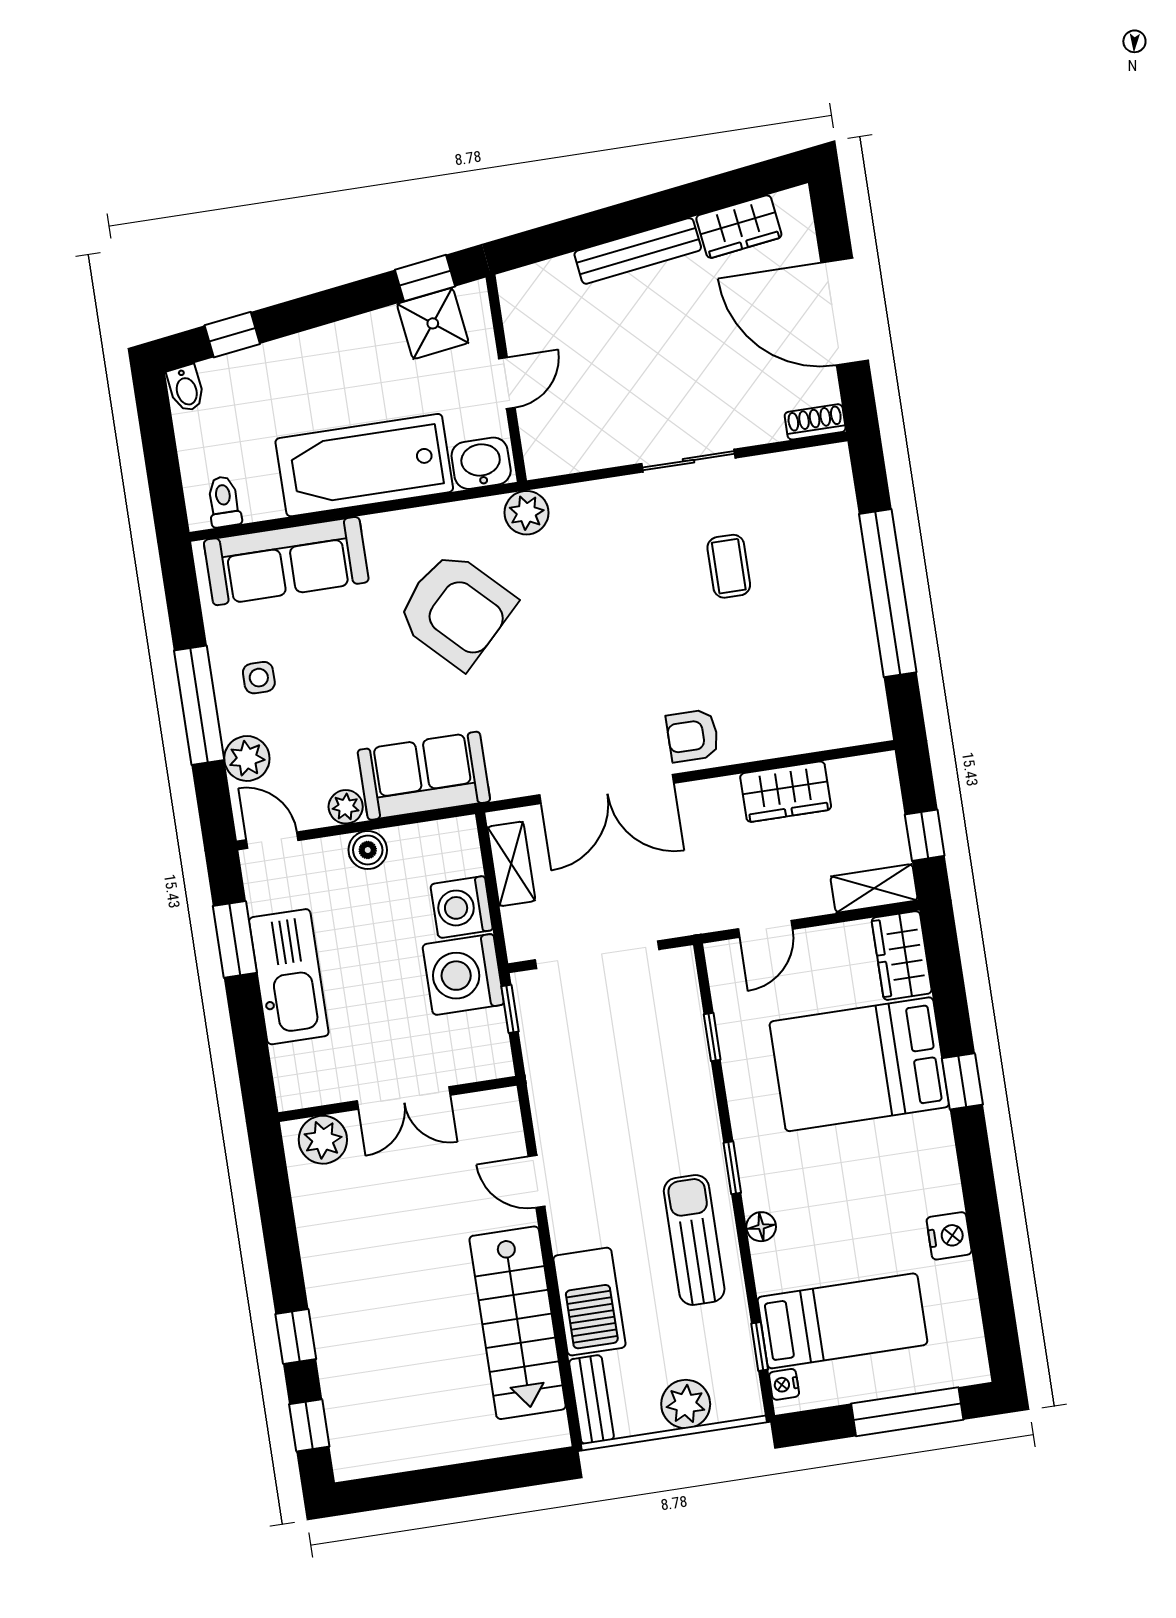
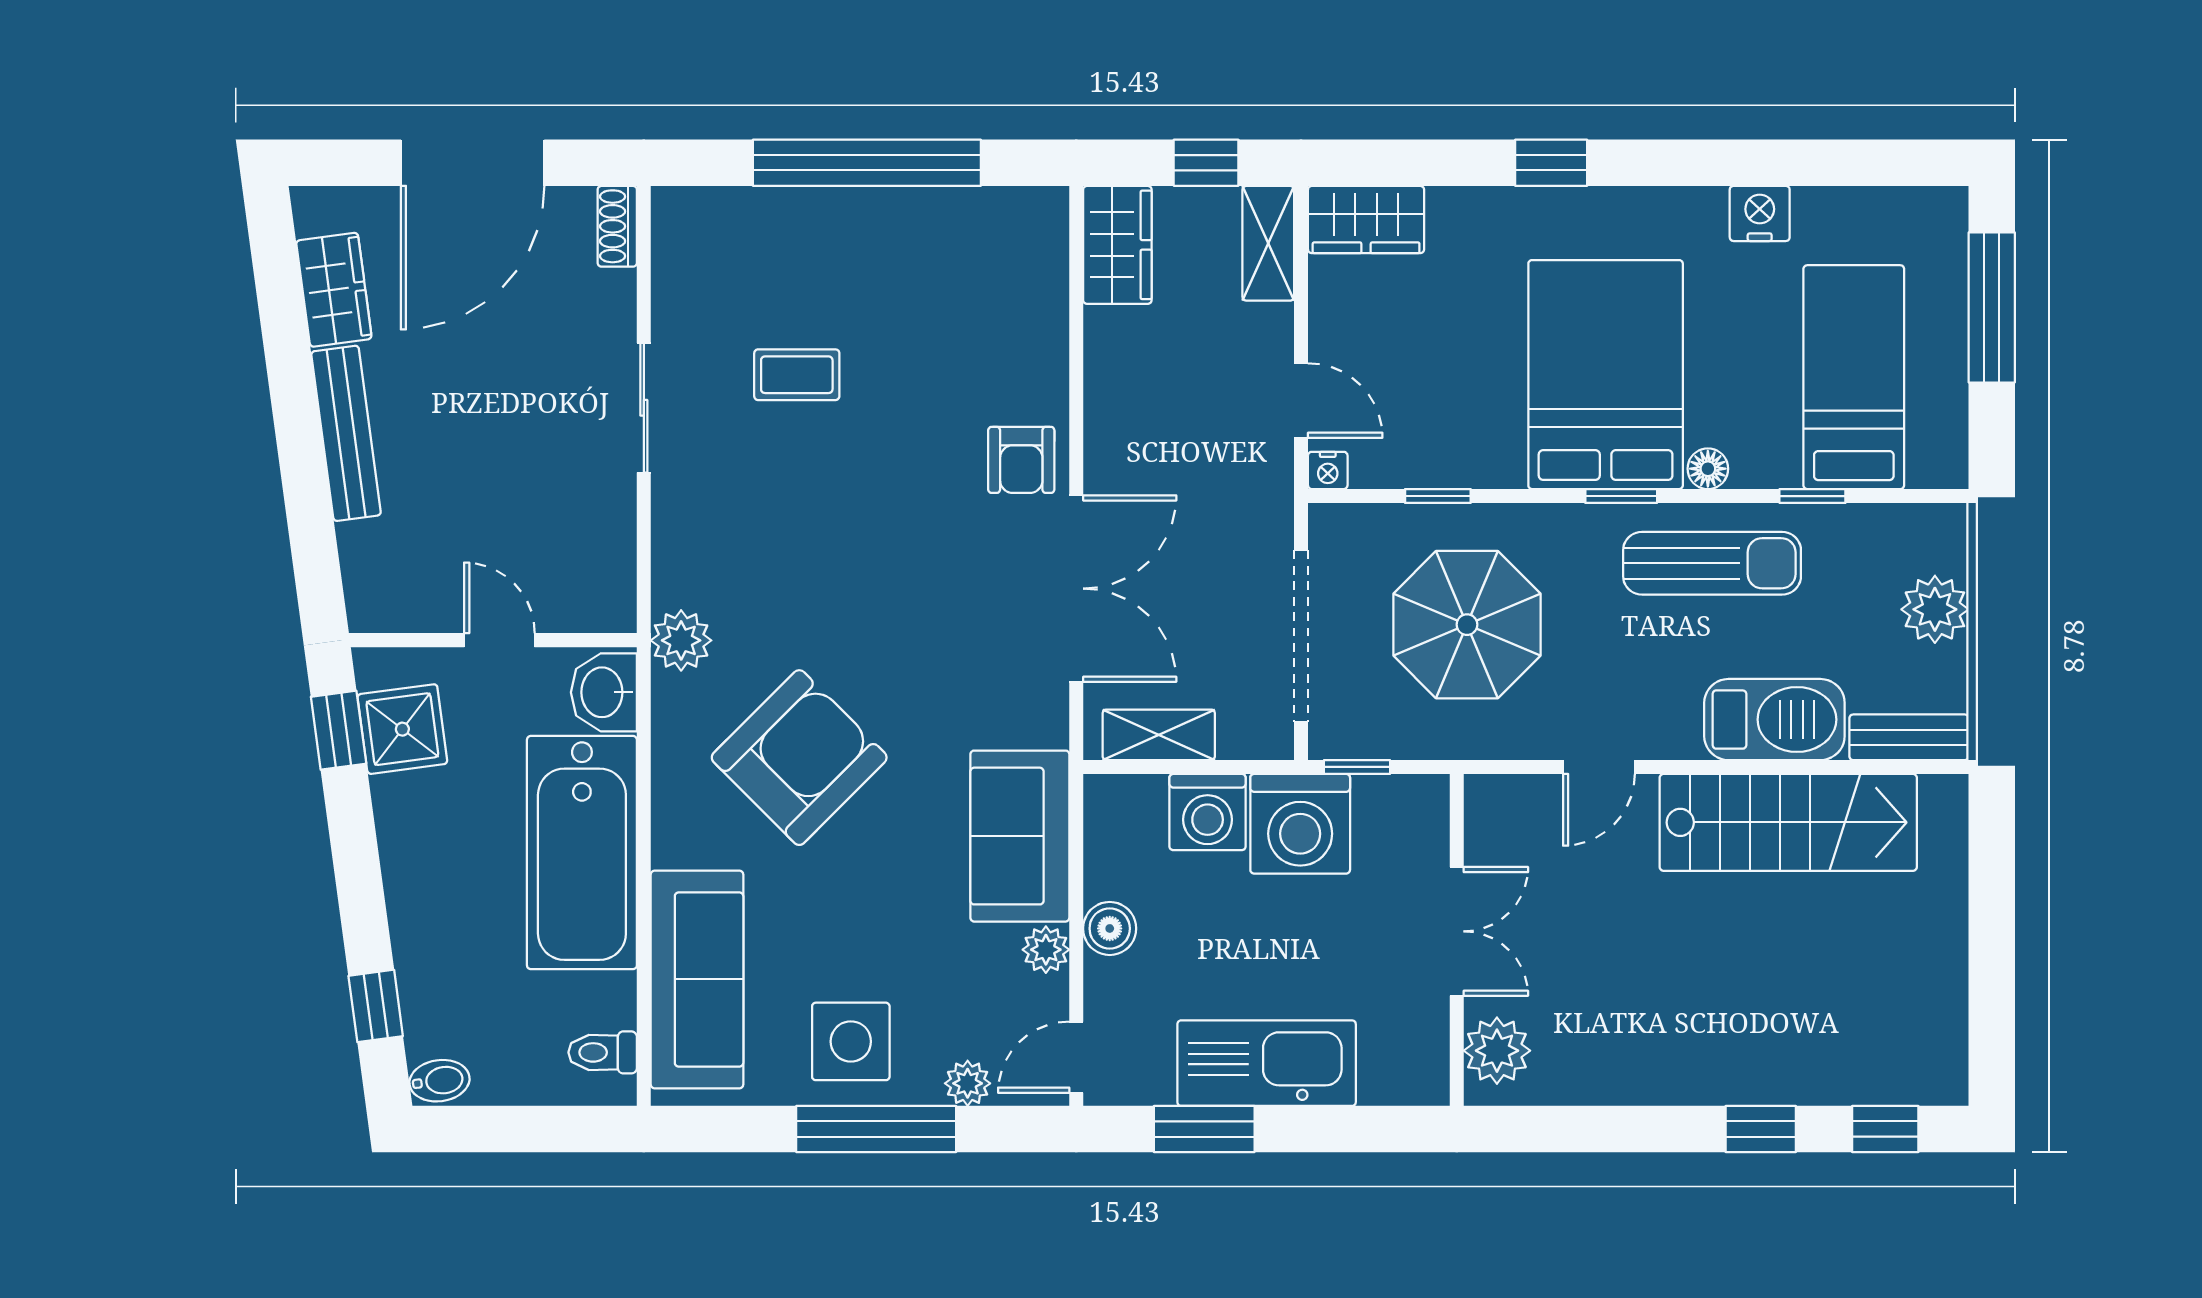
side table: (259, 678) -> (851, 1041), width x1.87, depth x1.87
plant: (247, 758) -> (968, 1083), width x0.73, depth x0.73
wardrobe: (786, 792) -> (1117, 245), moved
bed: (859, 1064) -> (1606, 375), moved, turned 180
parasol: (624, 1072) -> (1467, 625), added
sun lounger: (694, 1240) -> (1712, 563), turned 180
window: (760, 1347) -> (1812, 496), moved
nightstand: (784, 1384) -> (1328, 470), moved

